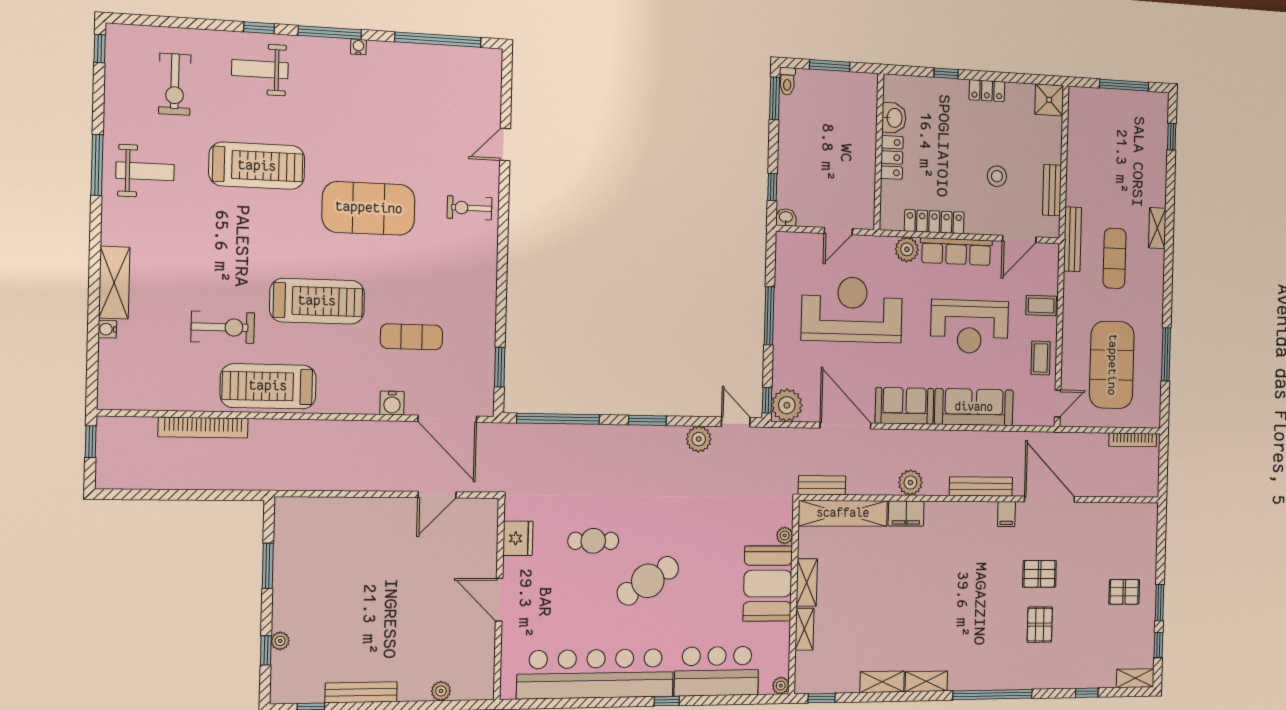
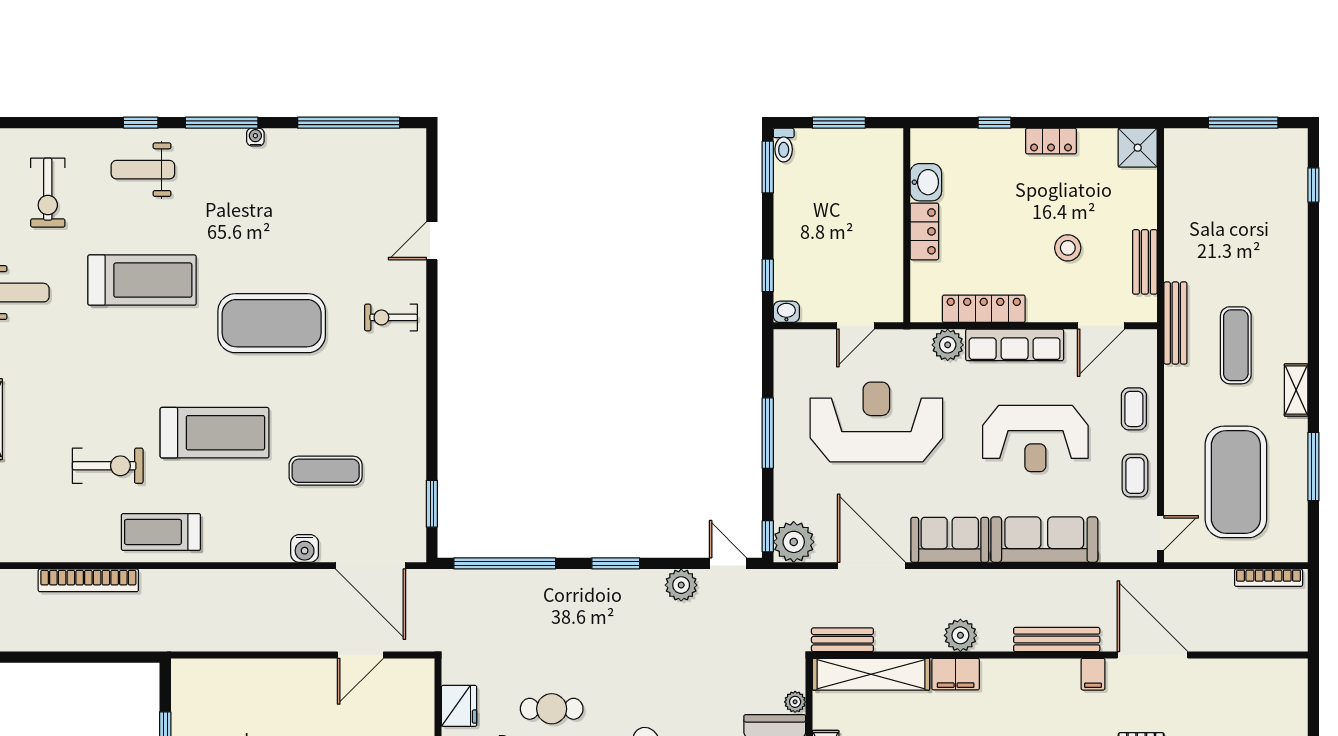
shelving: (1157, 228) -> (1296, 390), moved
coffee table: (1041, 305) -> (1134, 409), turned 90
treadmill: (268, 386) -> (161, 532), width x0.73, depth x0.73

